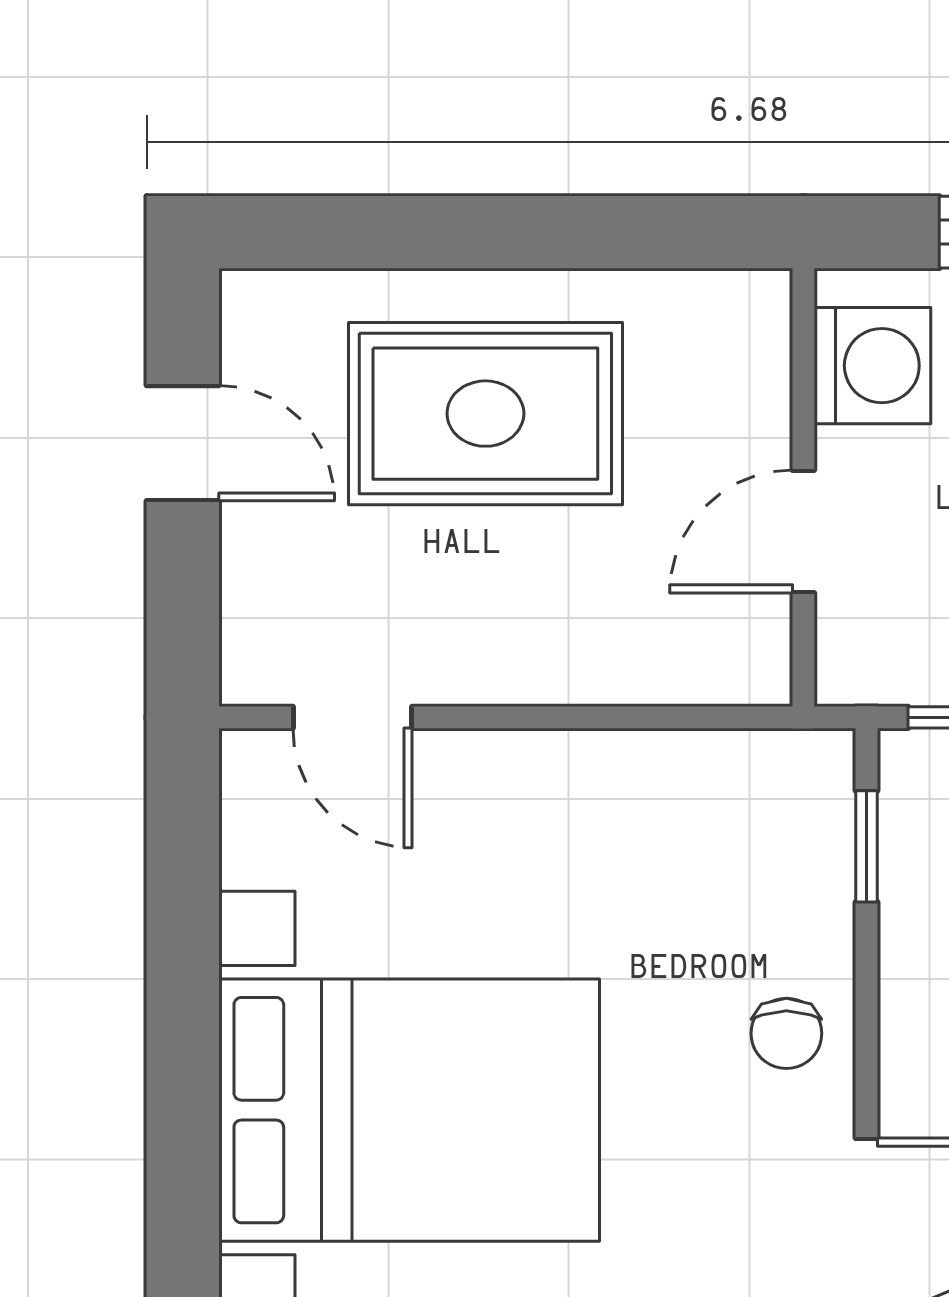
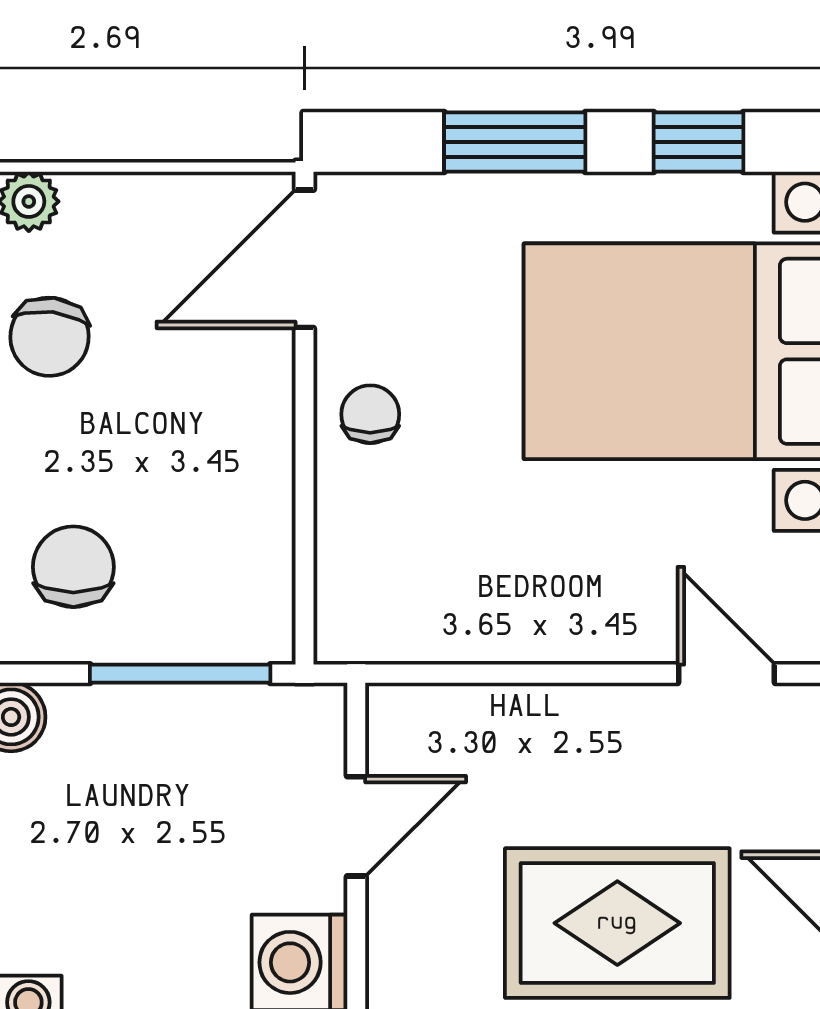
window: (866, 846) -> (304, 568), removed

